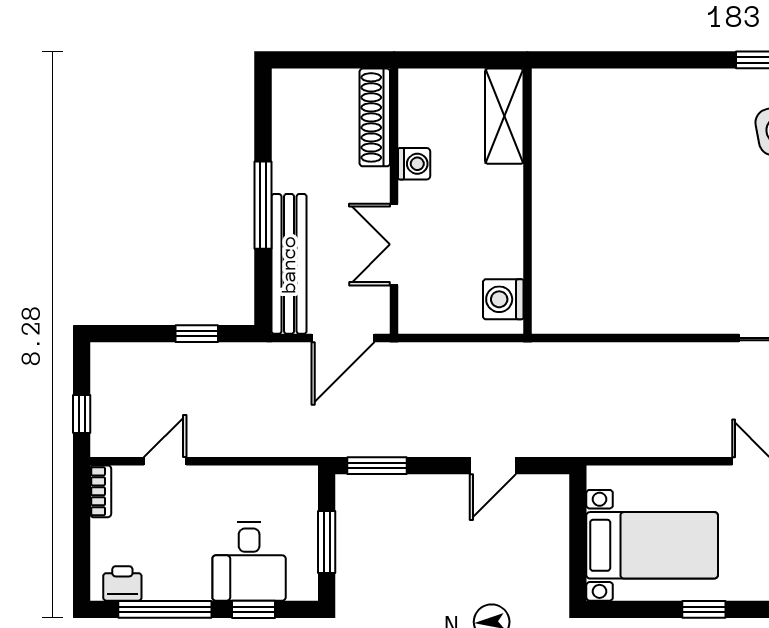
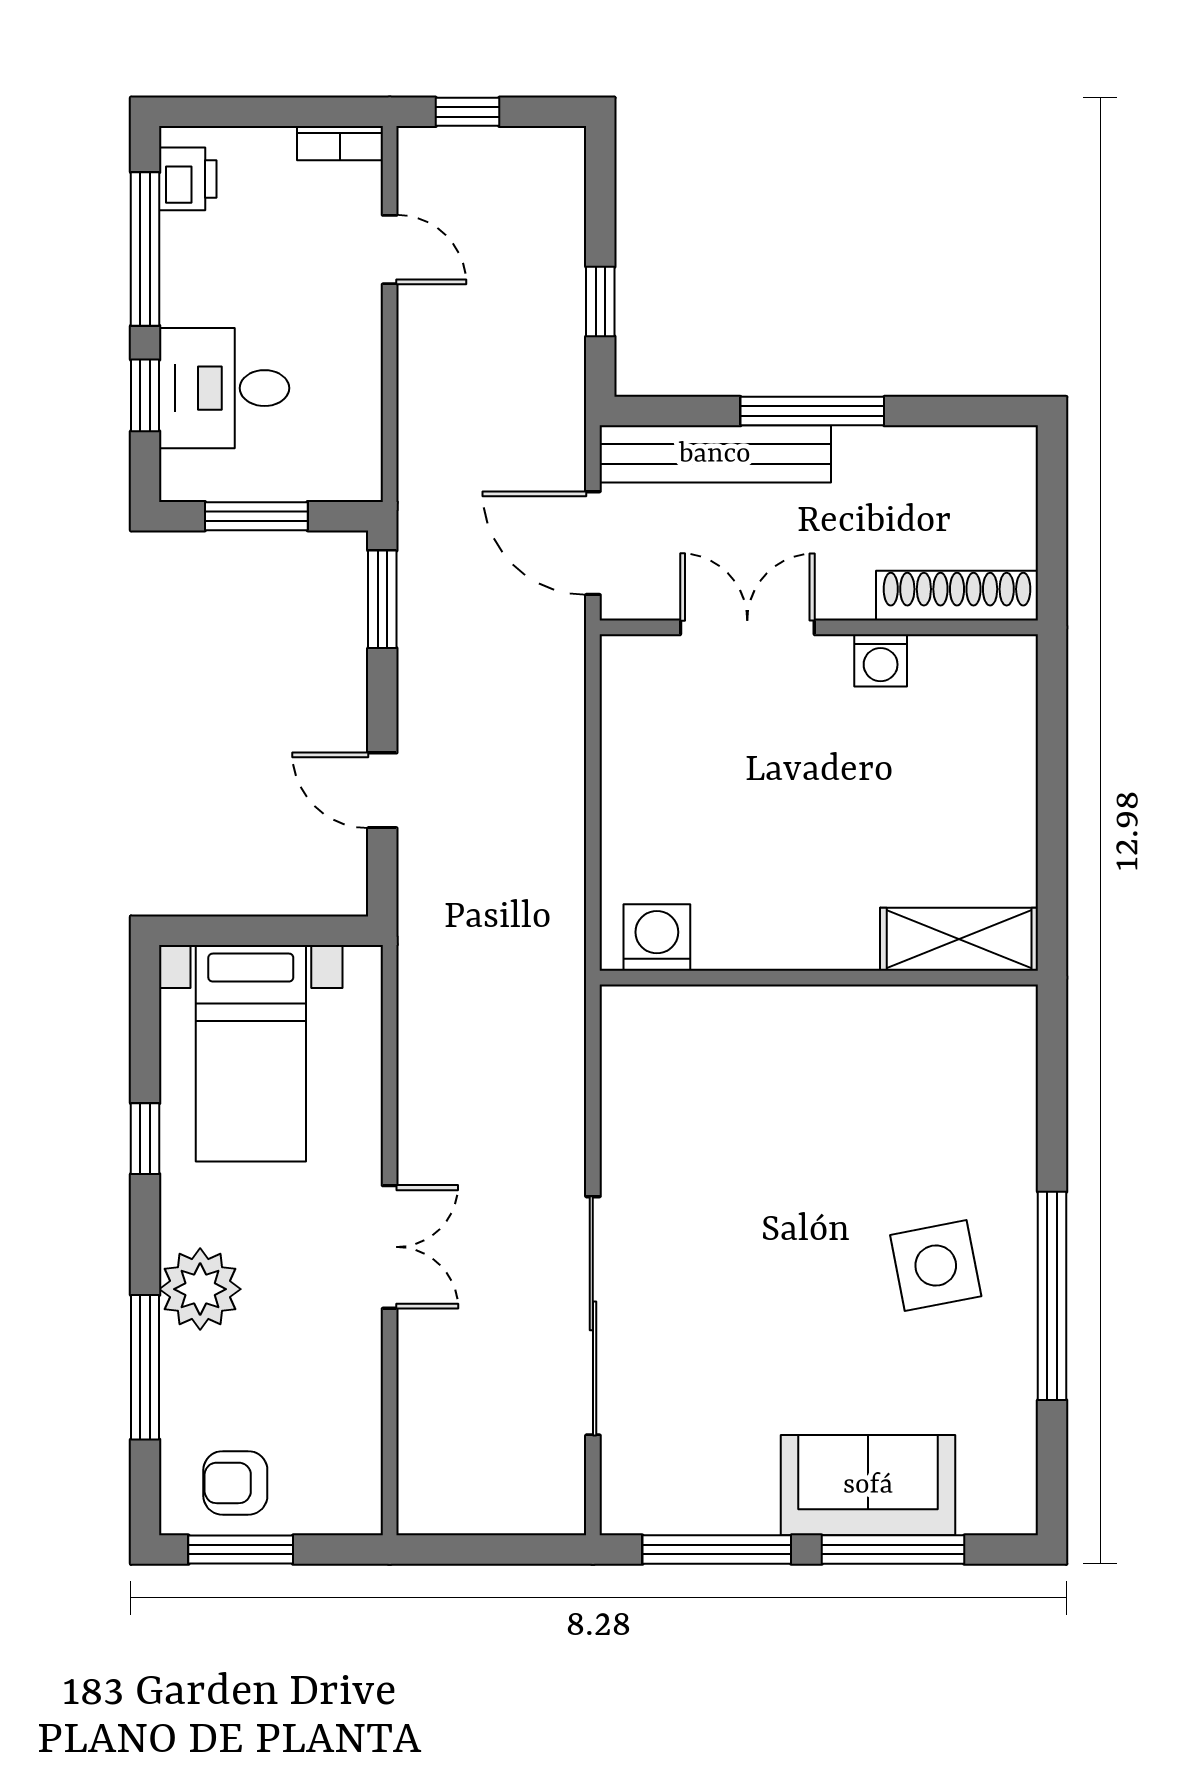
shelving: (504, 116) -> (959, 939), moved
wall: (528, 201) -> (819, 978), moved
washing machine: (503, 299) -> (657, 937), moved

